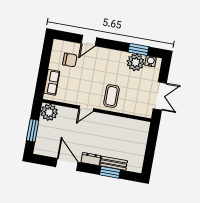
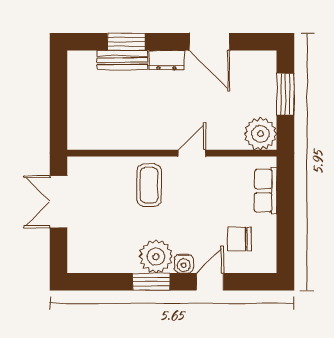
window: (138, 49) -> (151, 282), moved
water cooler: (151, 61) -> (184, 264), moved
plant: (136, 62) -> (156, 257), moved

